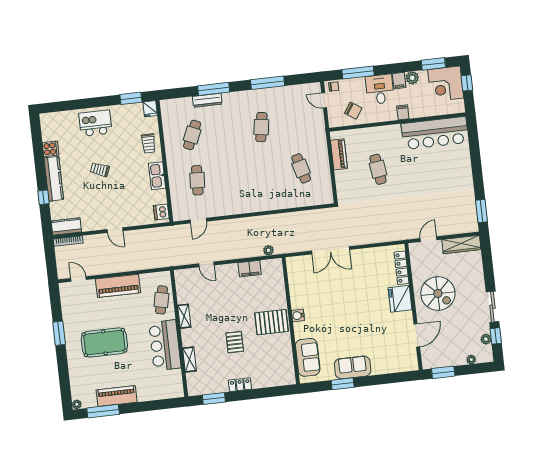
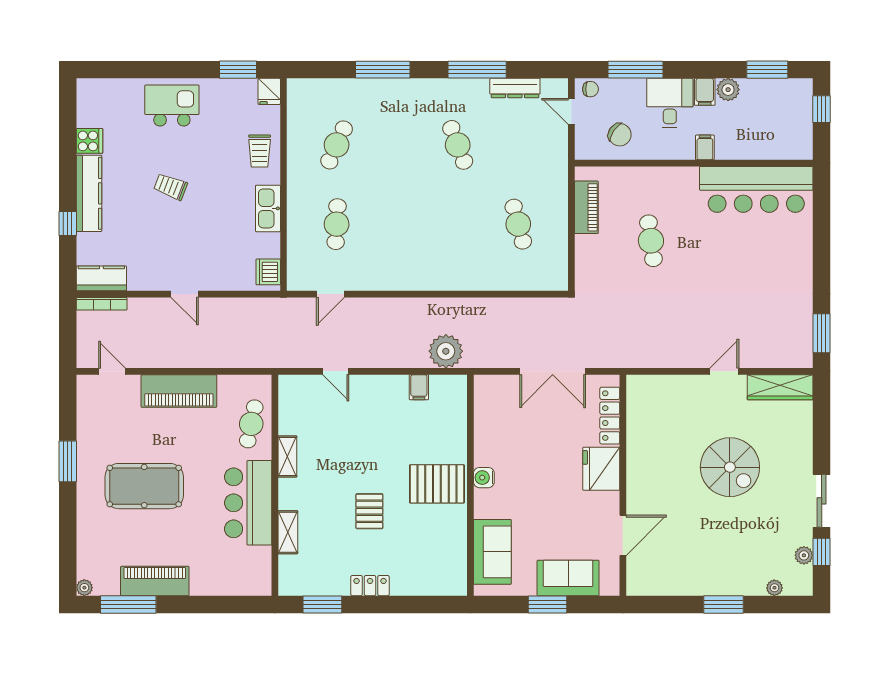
corner desk: (446, 84) -> (785, 106), removed
dresser: (207, 100) -> (515, 88), moved
cafe table: (261, 127) -> (458, 145), turned -30
plant: (268, 250) -> (446, 351), width x1.88, depth x1.88
locker: (401, 268) -> (610, 416), moved
filing cabinet: (250, 269) -> (419, 387), width x0.50
fridge: (400, 299) -> (601, 469), moved
wall: (413, 307) -> (623, 485), moved
door: (417, 335) -> (623, 535), moved

